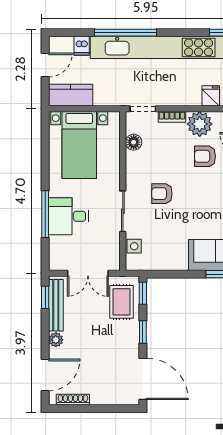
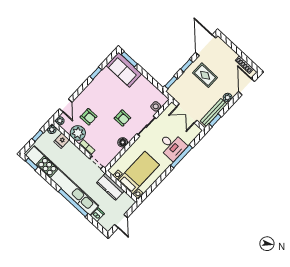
door: (45, 65) -> (121, 221), swing flipped
kitchen counter: (71, 95) -> (110, 187), moved
floor lamp: (134, 142) -> (123, 142), moved
double door: (88, 273) -> (187, 113), swing flipped
rug: (122, 302) -> (205, 75), moved, turned 90
door: (45, 375) -> (247, 87), hinge flipped

